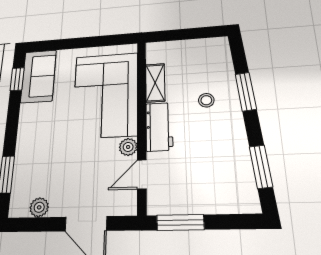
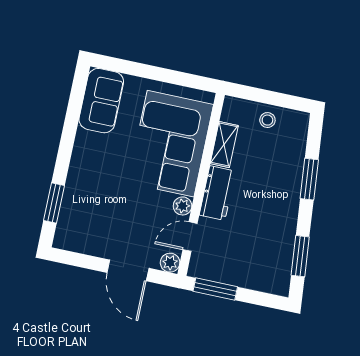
window: (17, 79) -> (77, 97), removed
stool: (206, 100) -> (267, 120), moved
plant: (39, 207) -> (170, 263), moved

